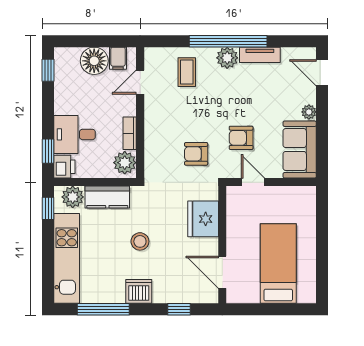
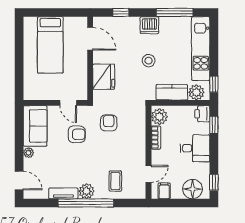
floor lamp: (94, 61) -> (193, 189), moved
desk: (75, 134) -> (195, 148), moved
armchair: (196, 154) -> (109, 123), turned -90

